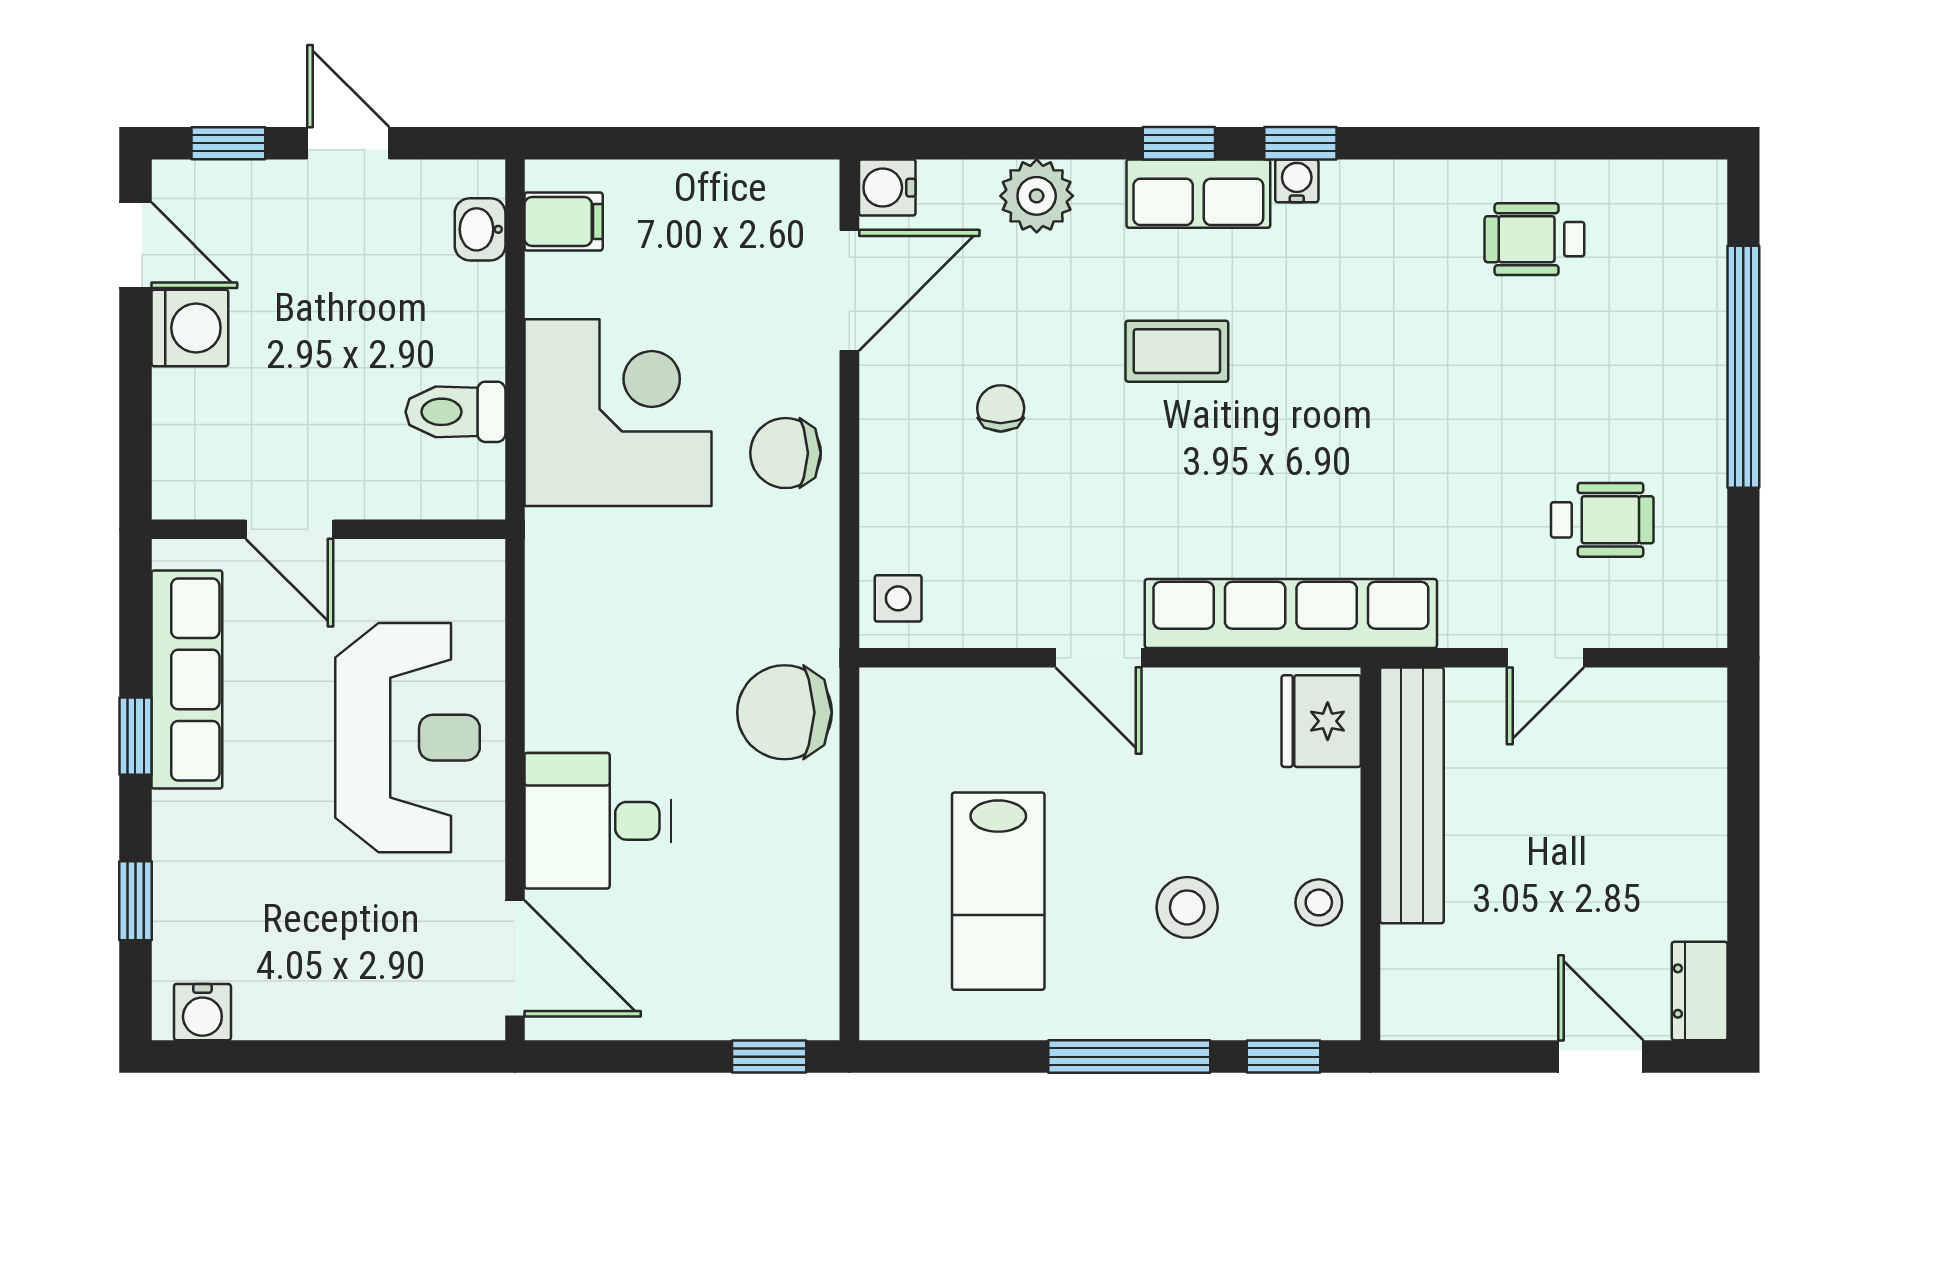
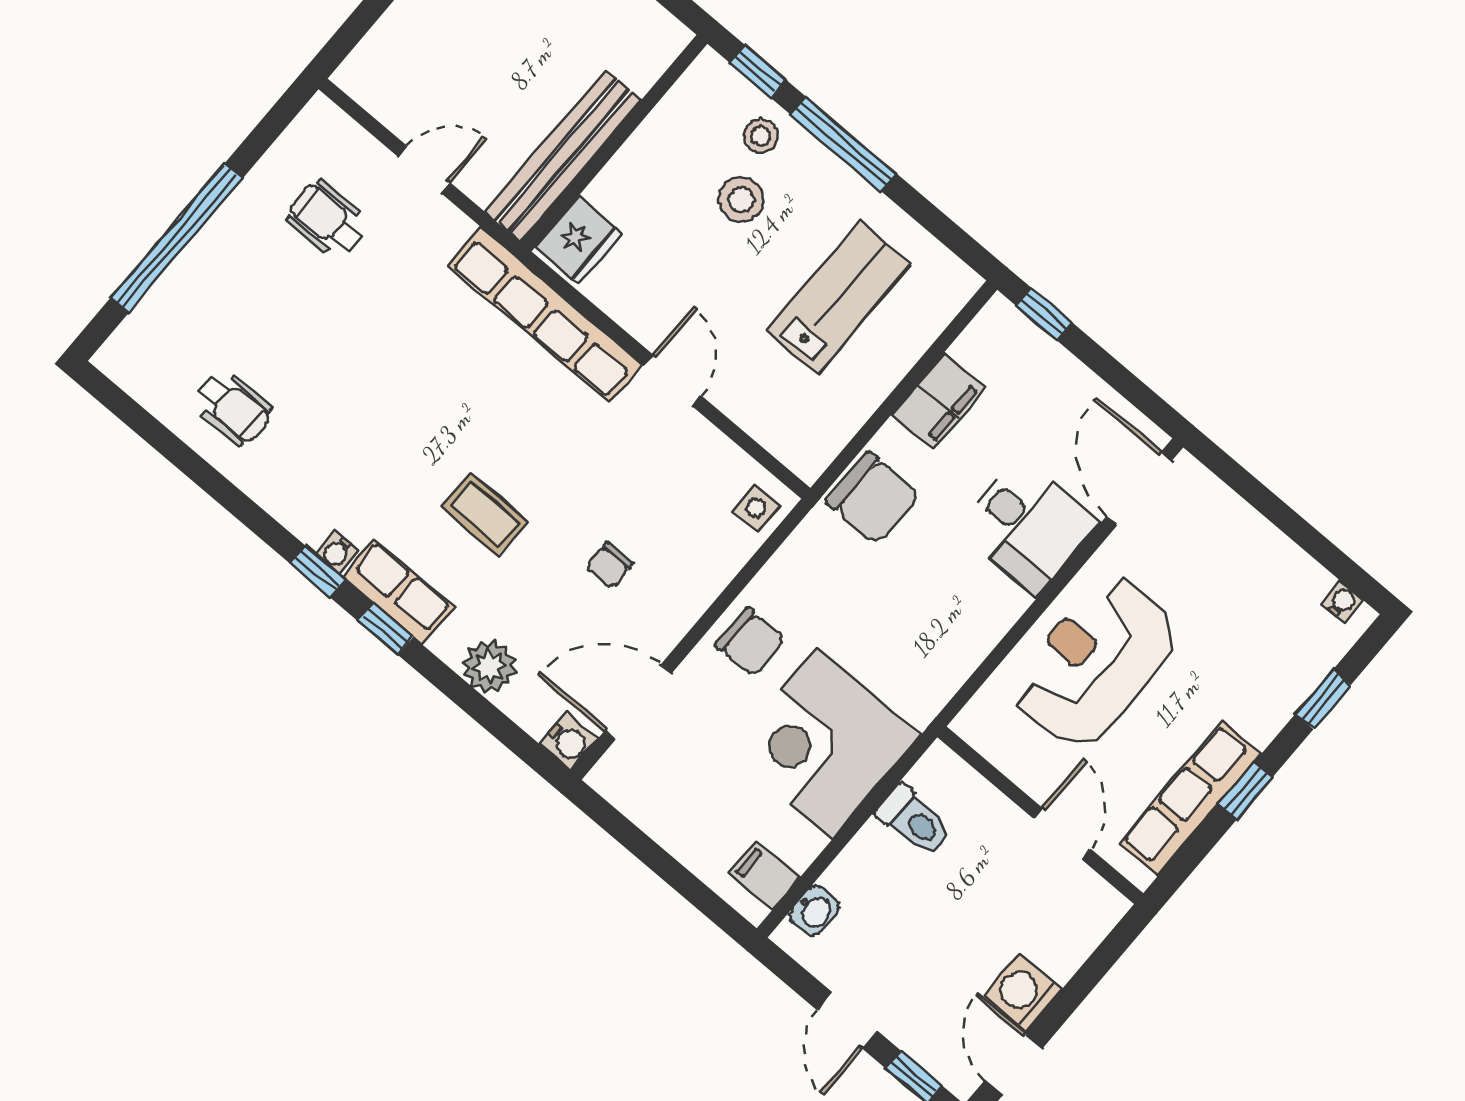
filing cabinet: (803, 872) -> (938, 401), added
stool: (1319, 902) -> (761, 136), moved
water cooler: (202, 1012) -> (1342, 602), width x0.72, depth x0.72

